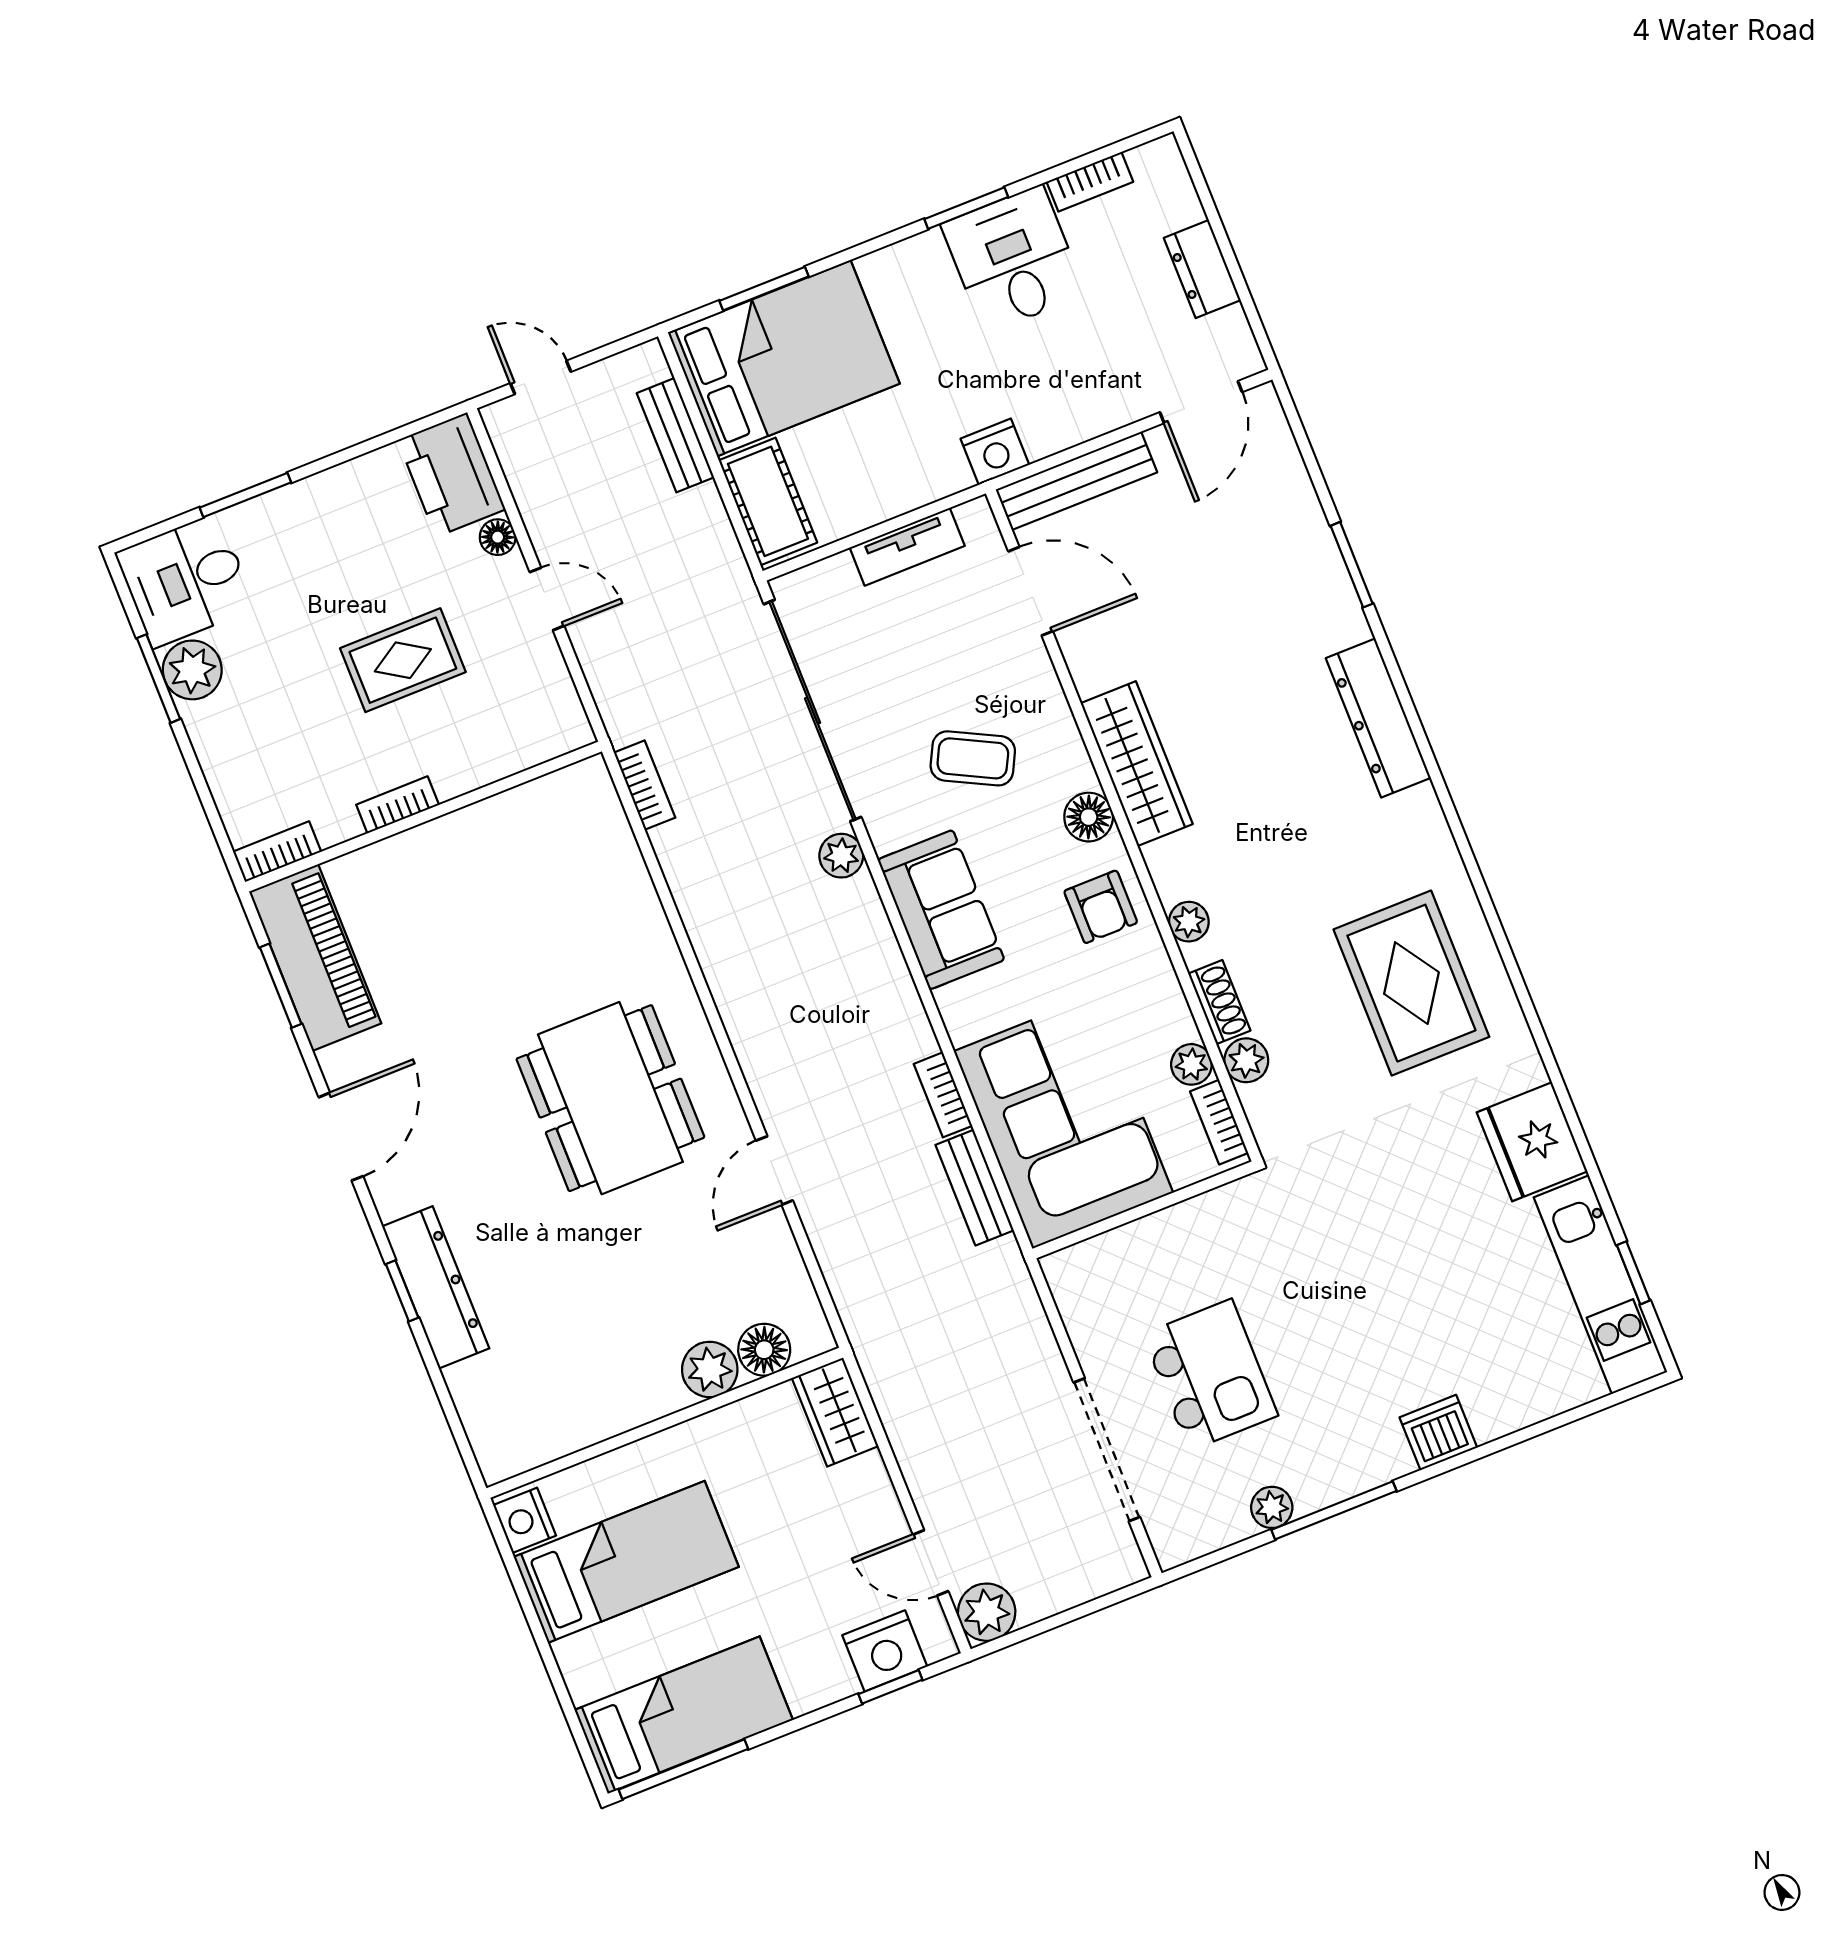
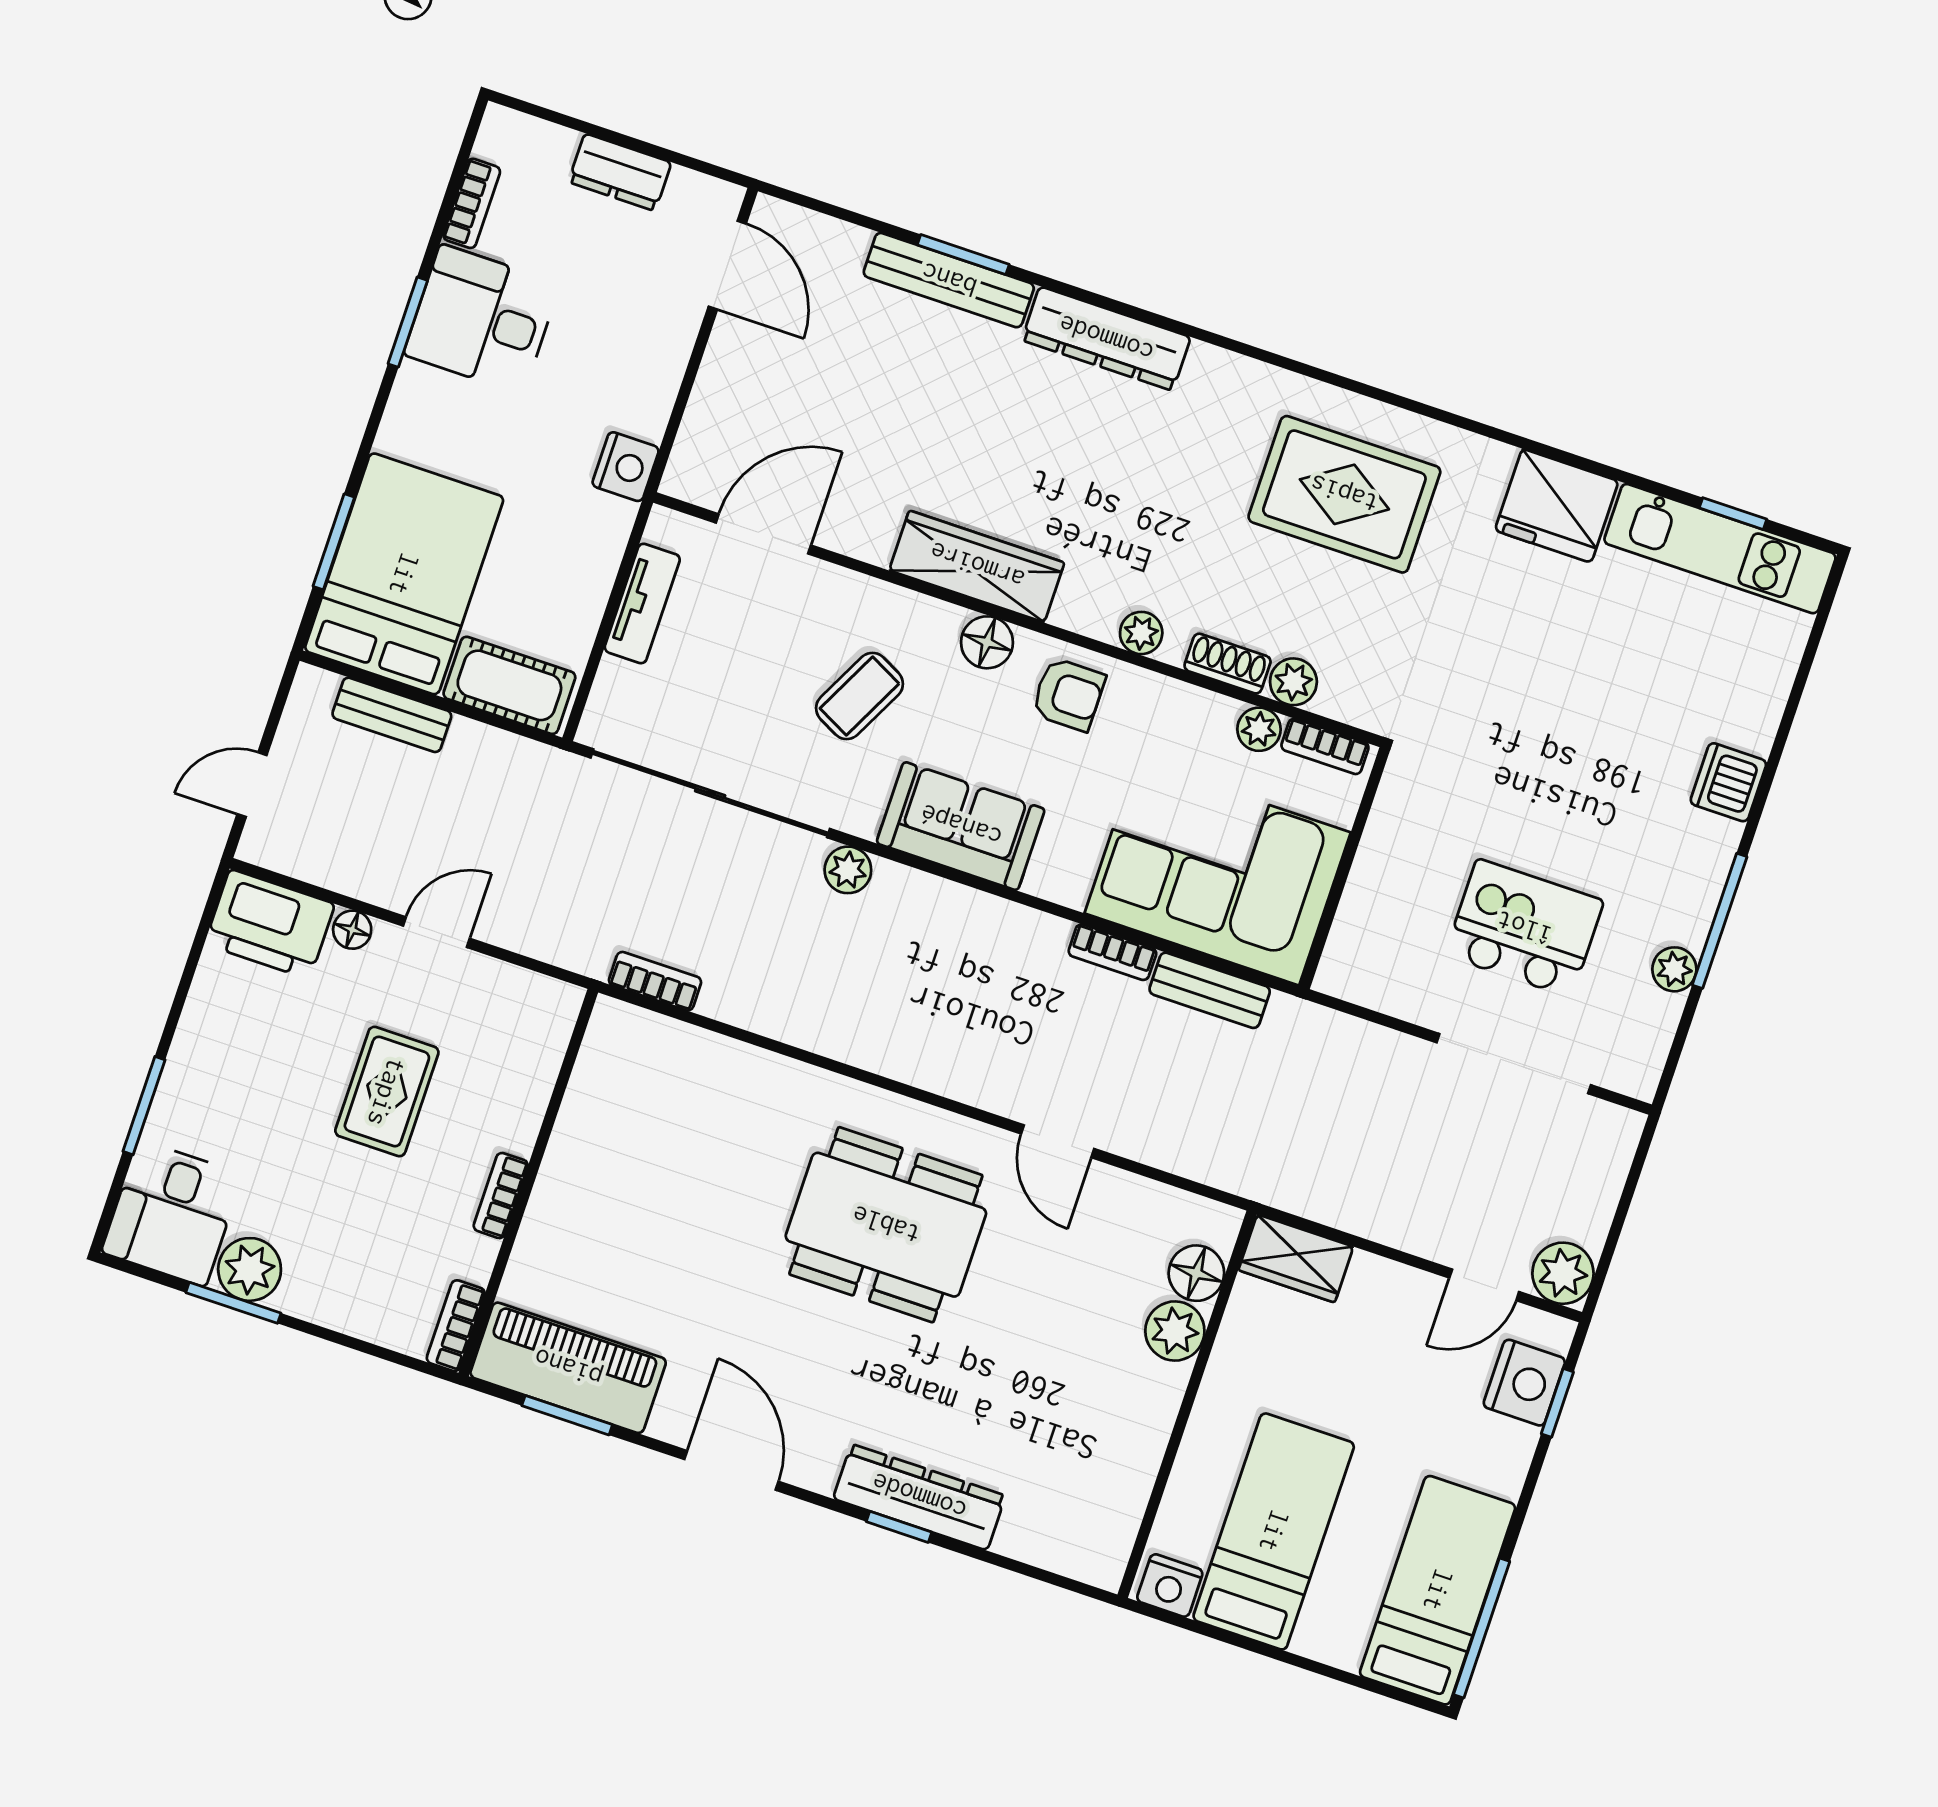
bench: (1076, 481) -> (949, 280), moved, turned 90

